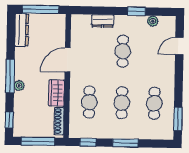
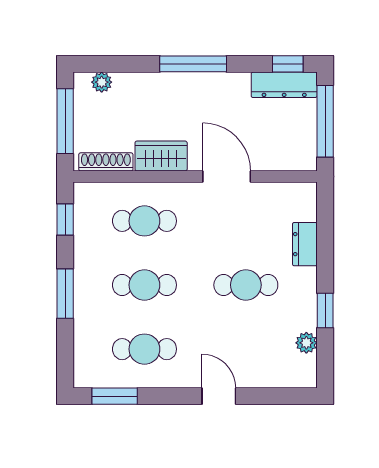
door: (179, 46) -> (219, 396), moved
plant: (19, 86) -> (102, 82), moved
window: (9, 120) -> (288, 64), moved

